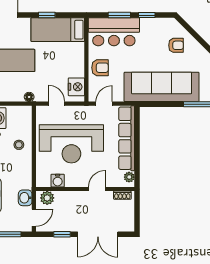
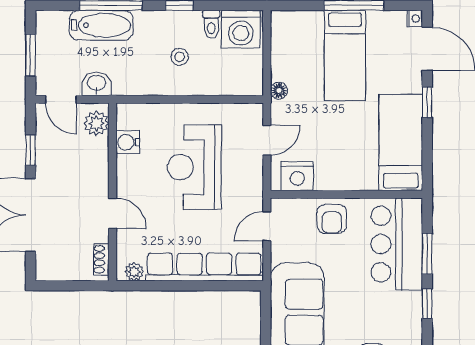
window: (47, 15) -> (427, 102), moved
door: (104, 104) -> (267, 226), swing flipped
reception desk: (71, 144) -> (194, 167), width x0.74, depth x0.77
stool: (19, 145) -> (180, 57), moved

